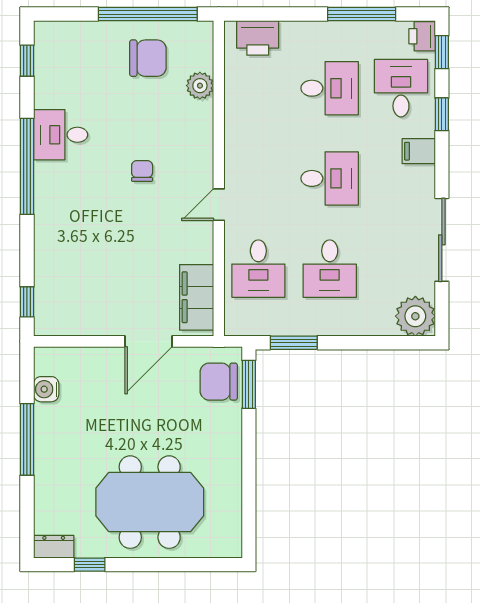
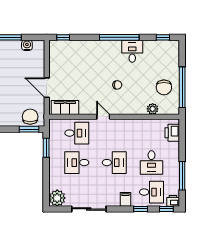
desk: (330, 178) -> (114, 163), turned -90
desk: (258, 269) -> (77, 133), turned 180

